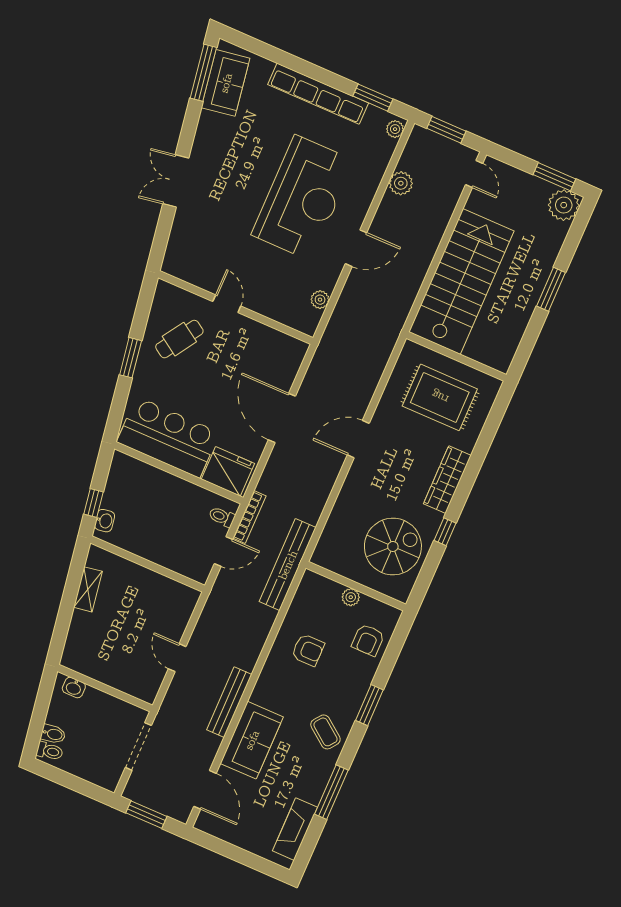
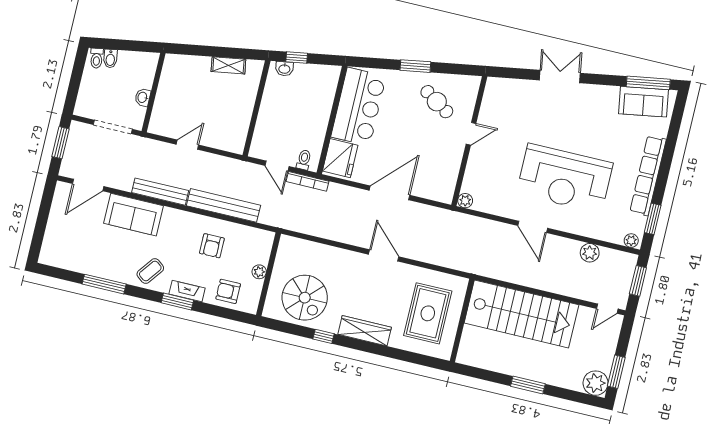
plant: (320, 300) -> (465, 201), moved
bench: (288, 565) -> (224, 205), moved
washbasin: (74, 688) -> (143, 97), moved
fireplace: (295, 829) -> (187, 291), moved, width x0.73, depth x0.76

